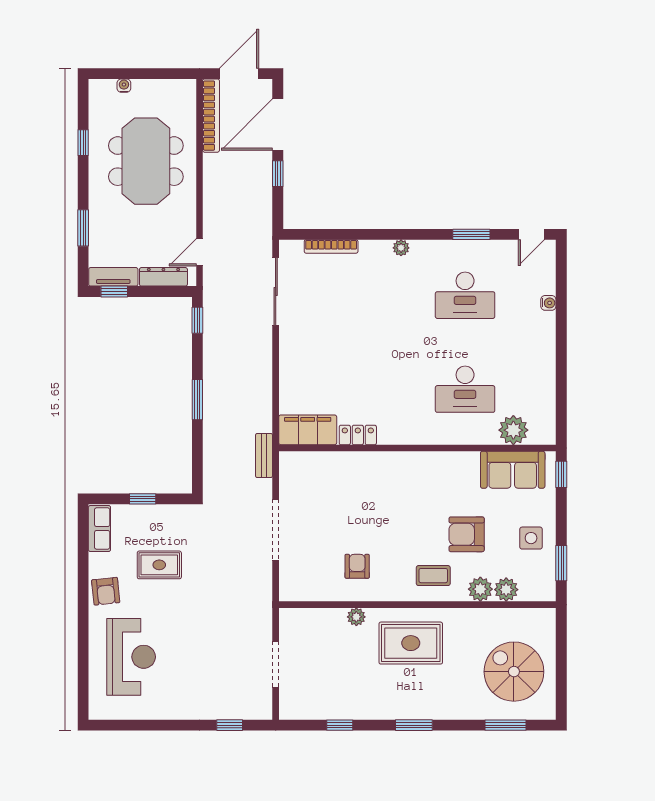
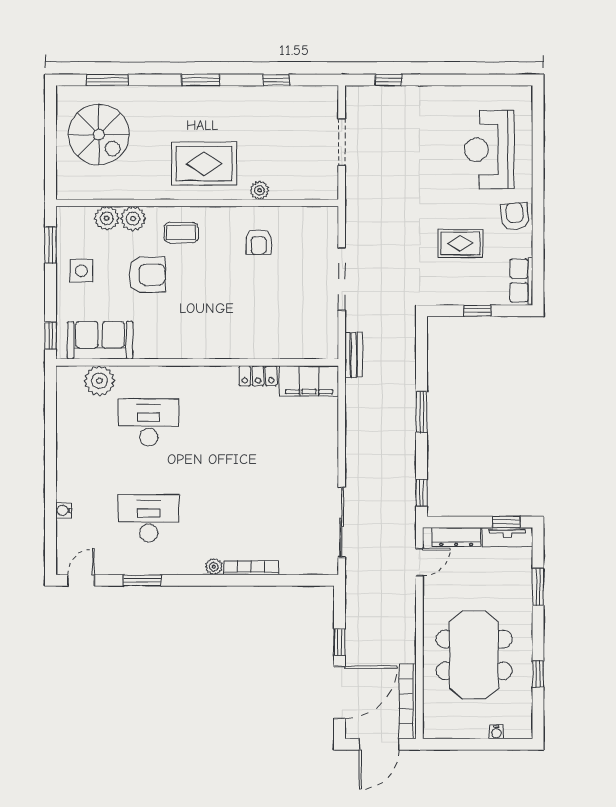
bookcase: (331, 246) -> (251, 568), moved

